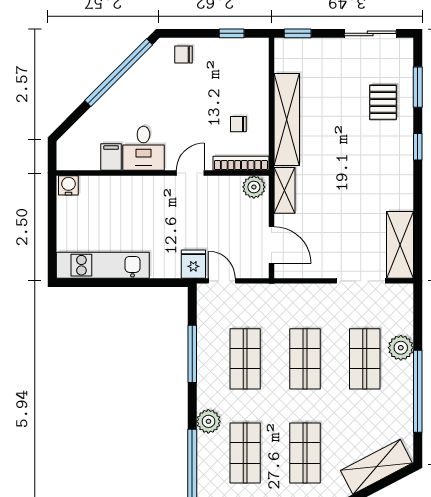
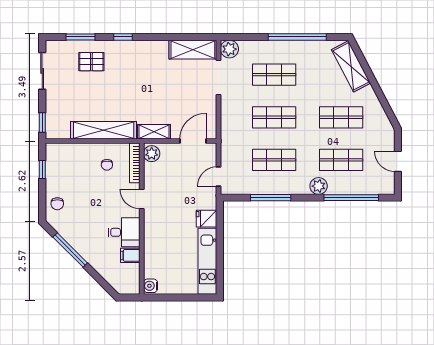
window: (119, 73) -> (70, 250), width x0.68
fridge: (193, 264) -> (207, 219), moved
plant: (401, 348) -> (229, 49), moved

